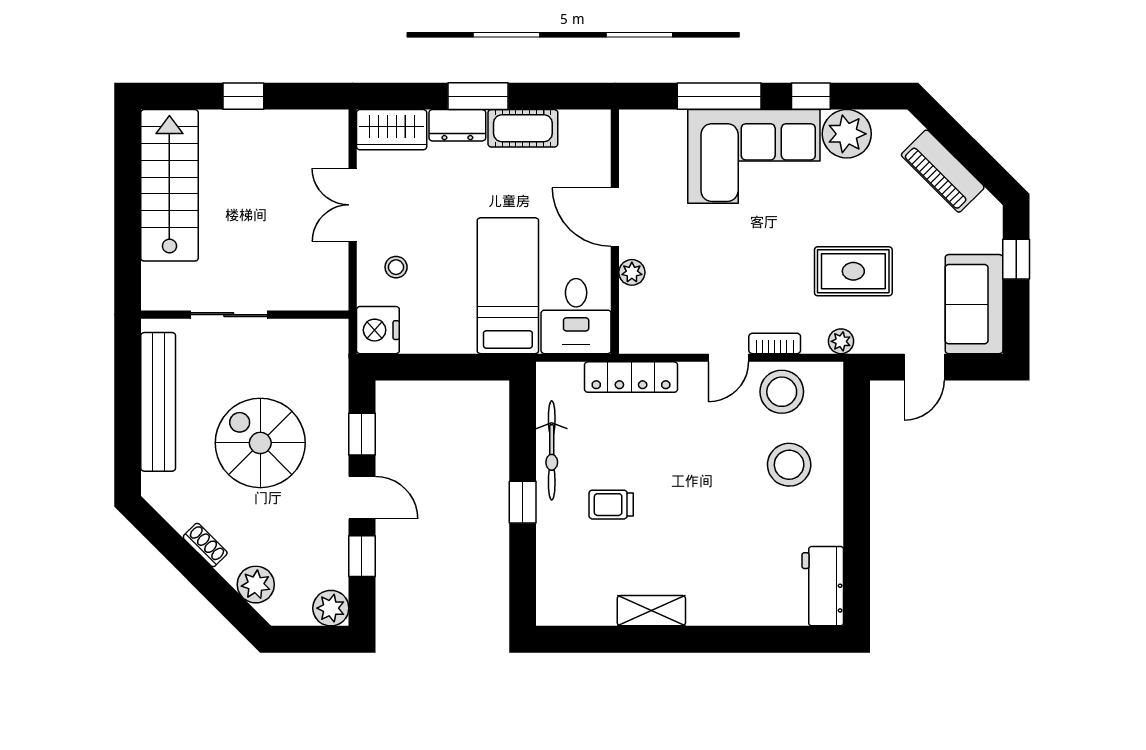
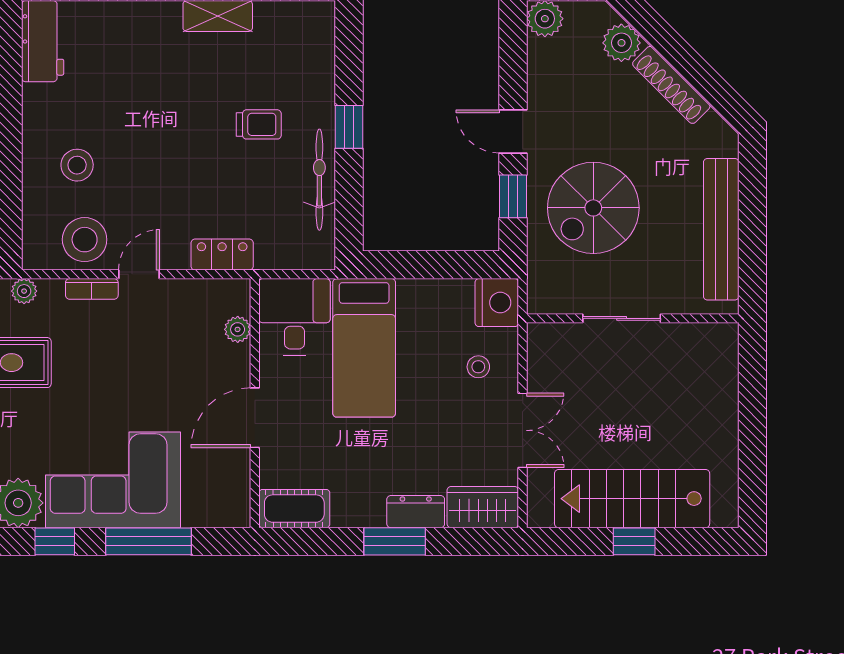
cot: (523, 128) -> (294, 509), moved
stairs: (169, 185) -> (632, 499), moved, turned 90
door: (615, 217) -> (255, 418), swing flipped
plant: (632, 272) -> (238, 329), moved
sliding door: (229, 315) -> (622, 318), moved
locker: (631, 377) -> (222, 255), width x0.66
spiral stairs: (260, 443) -> (593, 208), moved, turned 90
stool: (789, 465) -> (77, 165), width x0.73, depth x0.73
shoe rack: (205, 545) -> (671, 85), width x1.94, depth x1.24
window: (362, 556) -> (513, 72), removed

